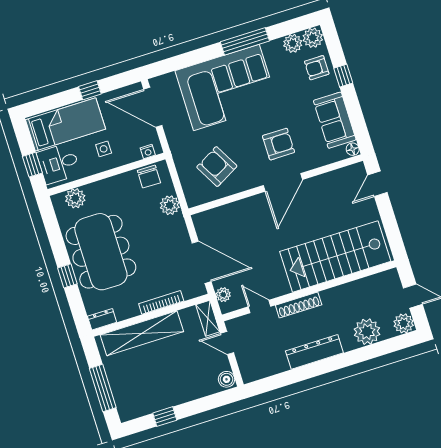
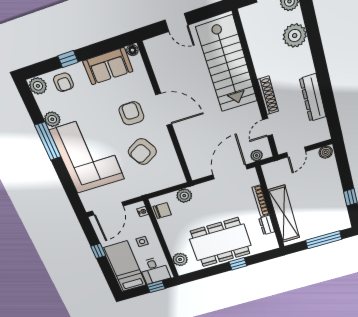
plant: (293, 43) -> (52, 119), moved
armchair: (217, 167) -> (142, 152), moved
door: (377, 184) -> (176, 23), moved
shelving: (208, 318) -> (275, 167), removed
dresser: (102, 319) -> (267, 225), moved
dresser: (314, 352) -> (313, 98), moved

